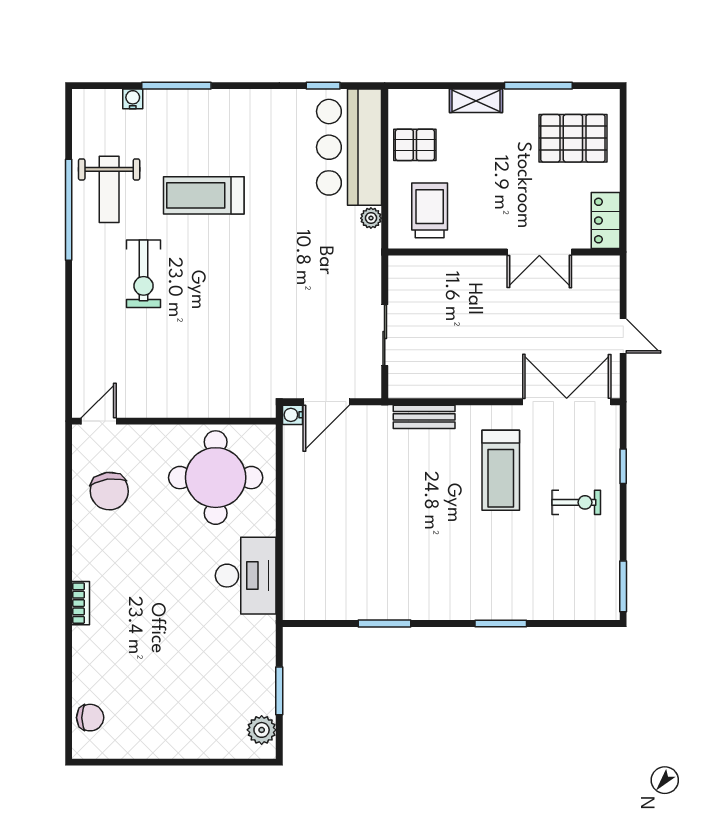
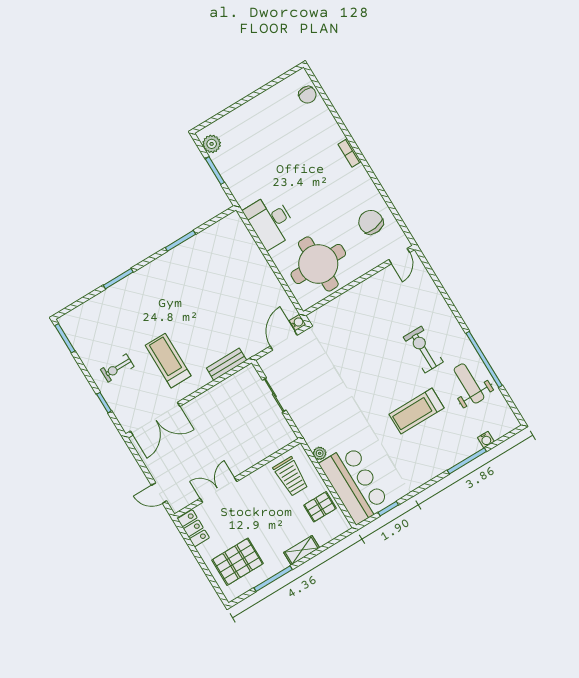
treadmill: (204, 195) -> (416, 411), turned 180
door: (623, 336) -> (159, 493), moved
chair: (90, 718) -> (307, 95), turned -90

